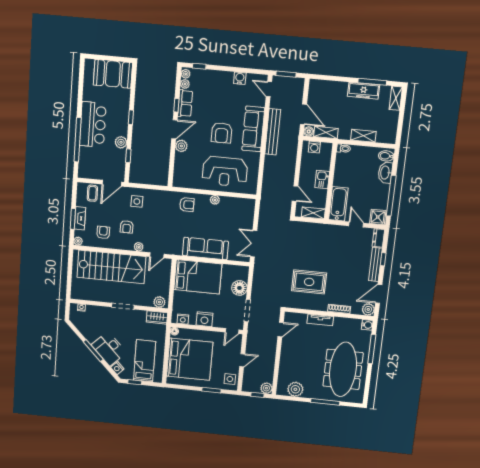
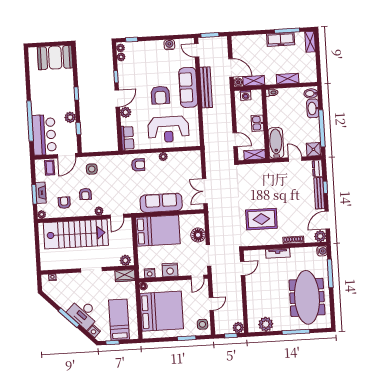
row of seats: (185, 103) -> (127, 138), moved
bar counter: (93, 124) -> (44, 135), moved

